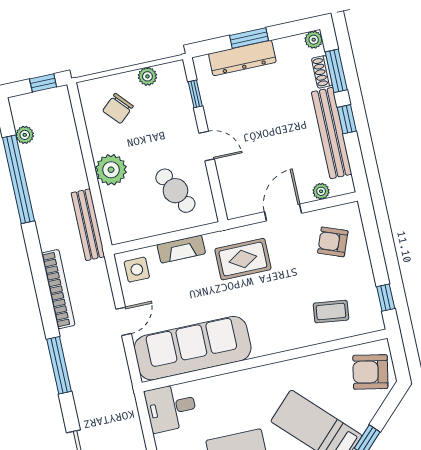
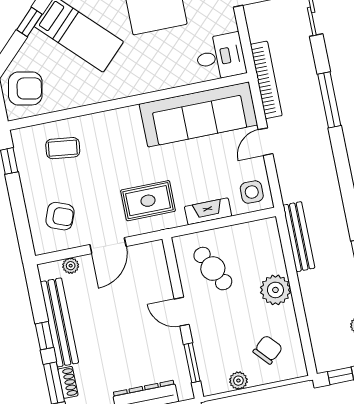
window: (195, 94) -> (192, 363), width x1.50
bookcase: (58, 289) -> (266, 80), moved, turned 180

